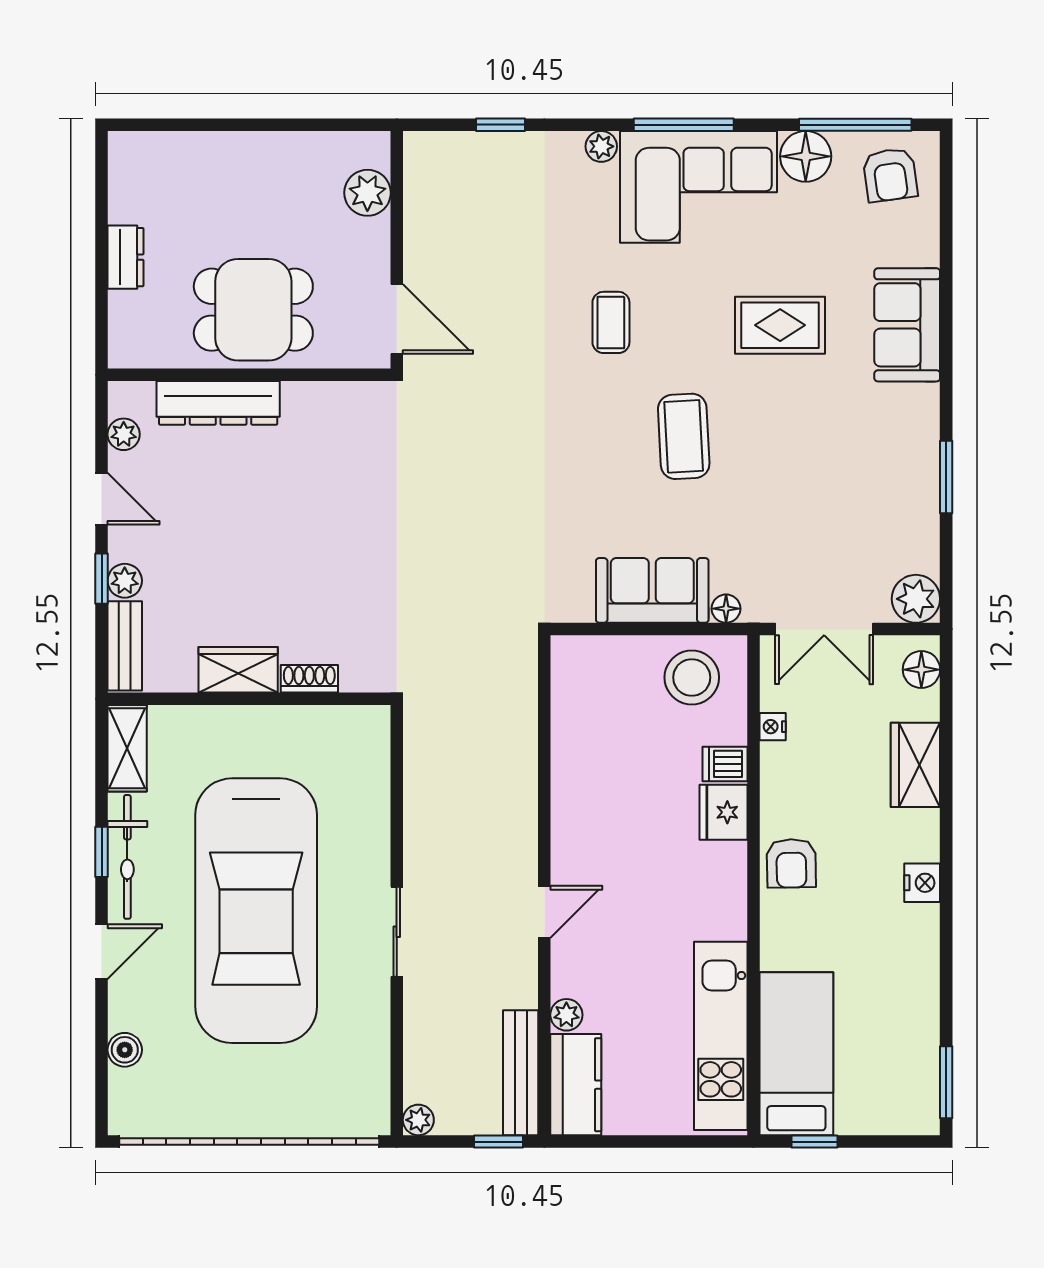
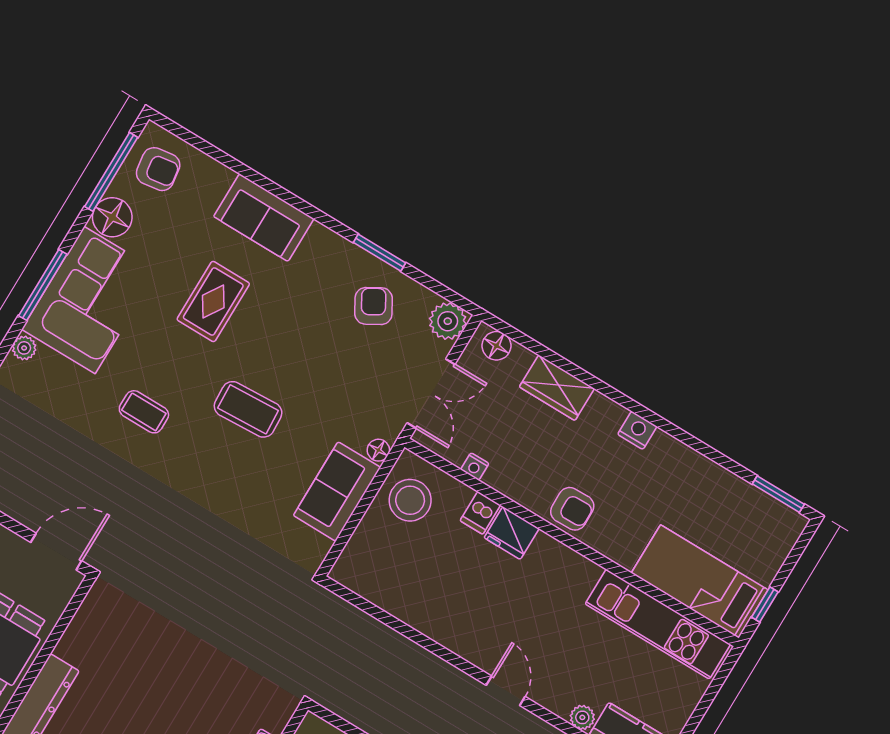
armchair: (883, 506) -> (374, 306), added

